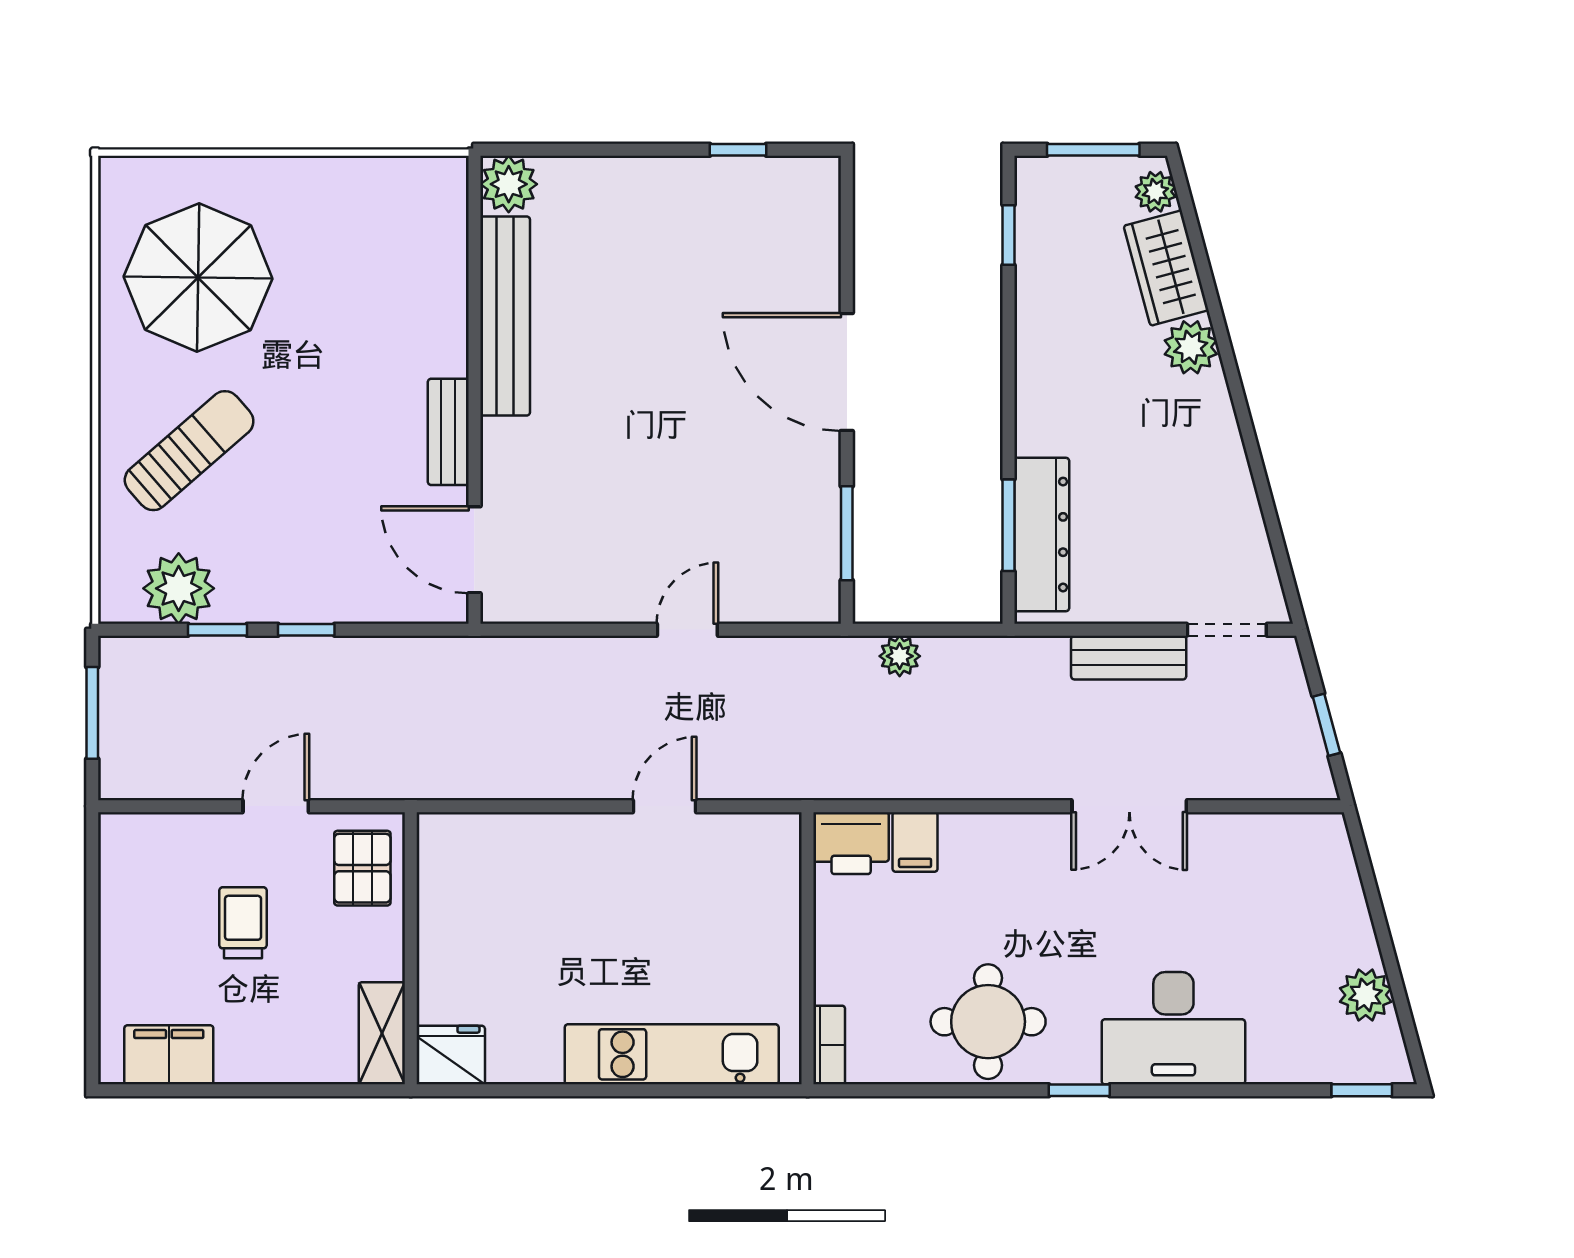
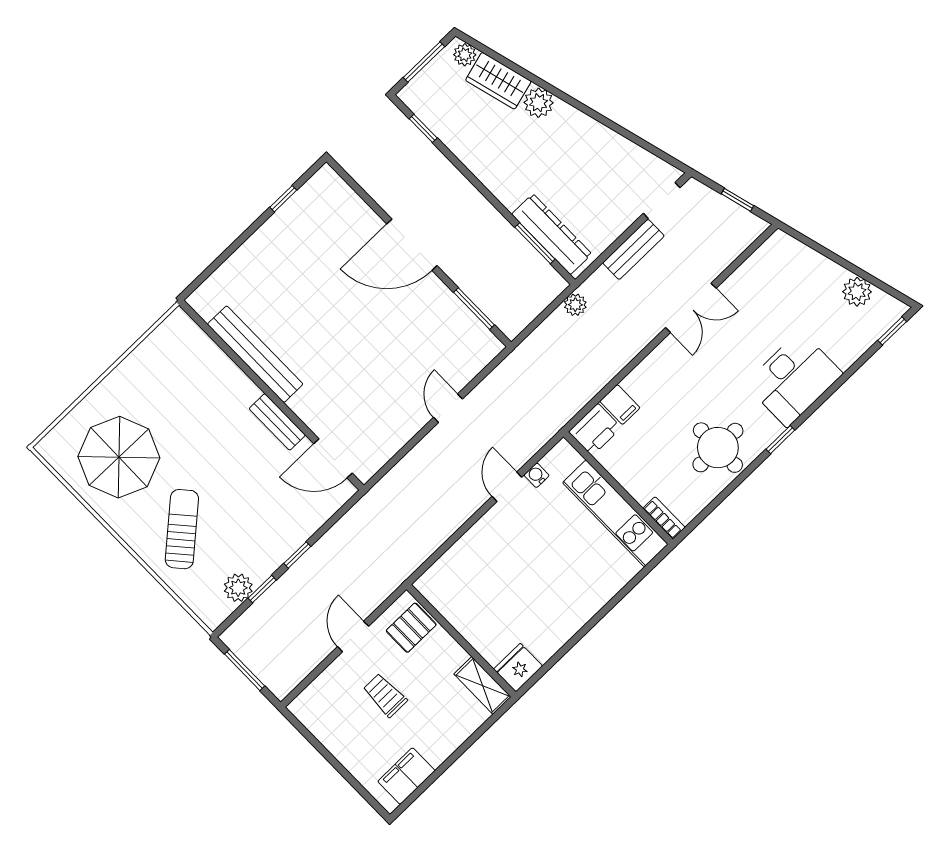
plant: (509, 184) -> (206, 301), removed
plant: (179, 588) -> (238, 588), width x0.73, depth x0.73
plant: (900, 656) -> (575, 305), moved
water cooler: (718, 829) -> (537, 475), added
pallet: (362, 868) -> (411, 628), turned 90
kitchen unit: (672, 1054) -> (615, 513), moved, turned -90

